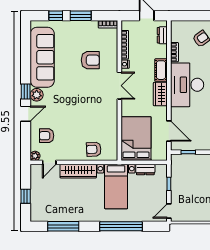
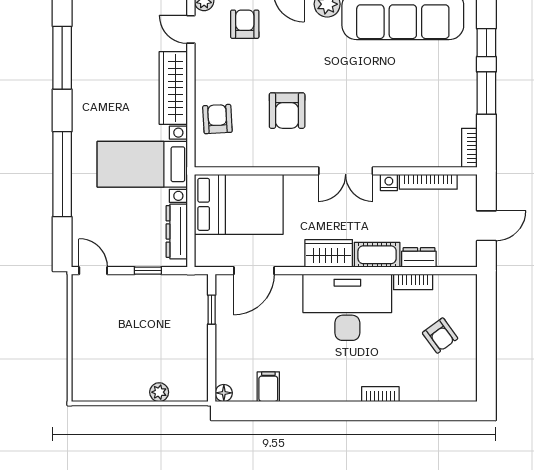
dresser: (162, 35) -> (419, 257), moved
armchair: (90, 60) -> (287, 111), moved
dresser: (145, 169) -> (177, 231), width x1.44

